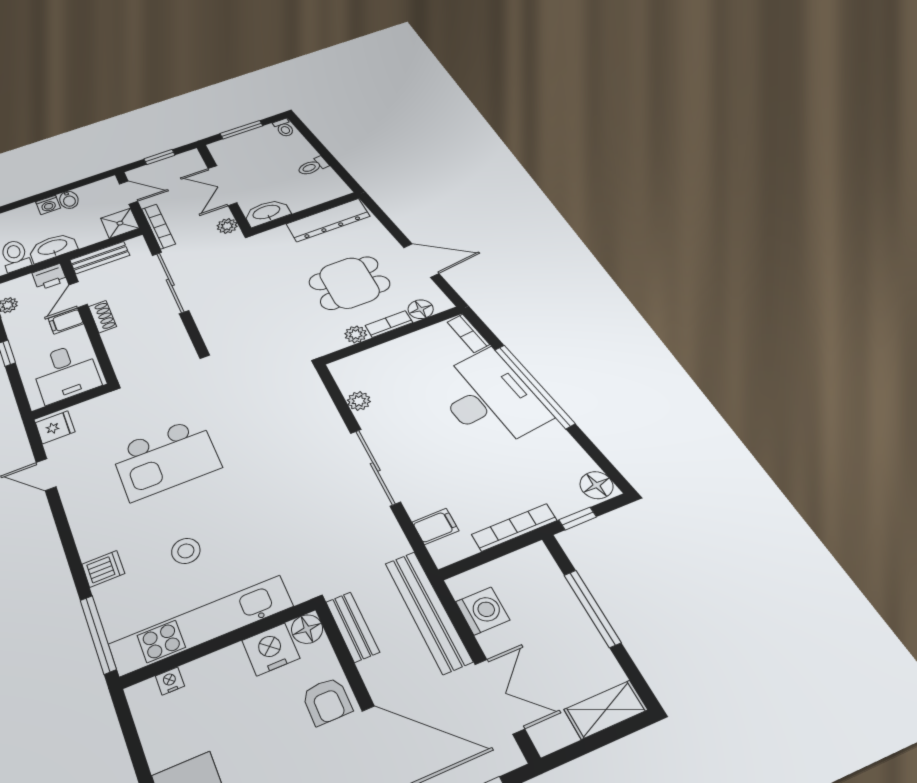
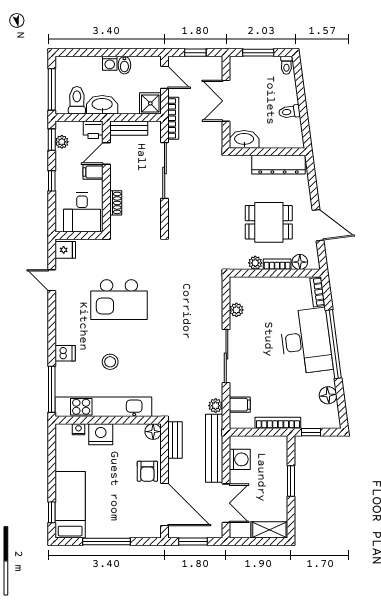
plant: (227, 226) -> (216, 406), moved
shoe rack: (102, 317) -> (116, 203), moved
floor lamp: (596, 485) -> (328, 395), moved
window: (592, 608) -> (291, 481), width x0.69
nightstand: (271, 649) -> (101, 434), moved

